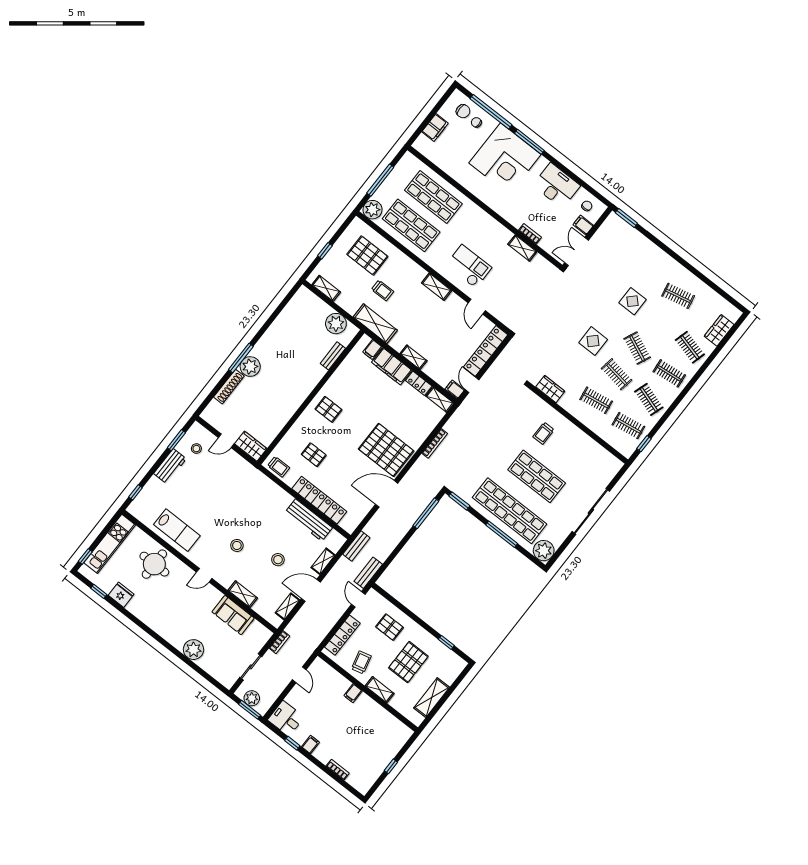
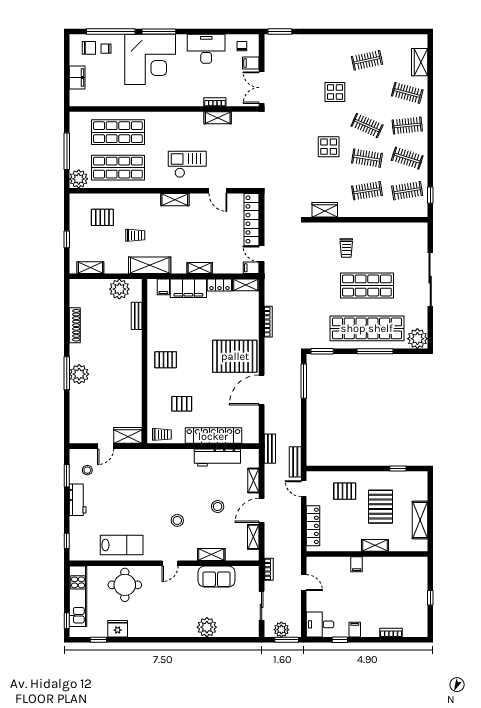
pallet: (367, 255) -> (102, 217), width x0.67, depth x0.71
shoe rack: (229, 387) -> (75, 325), moved
trolley: (361, 662) -> (344, 535), removed

